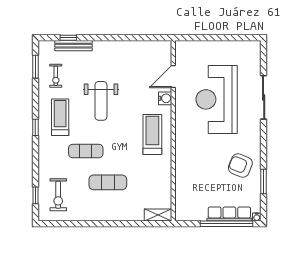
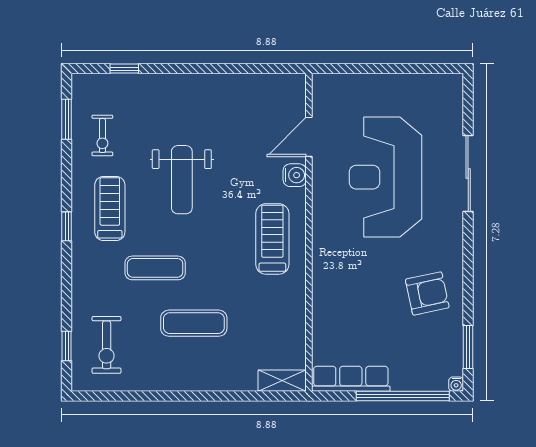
bench: (74, 46) -> (134, 82), removed
armchair: (240, 166) -> (427, 293), turned 146
window: (264, 181) -> (468, 347), moved
row of seats: (229, 214) -> (351, 379), moved

